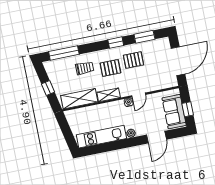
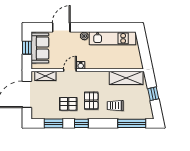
pallet: (110, 68) -> (91, 101), turned 90
shelving: (109, 95) -> (45, 76), moved

